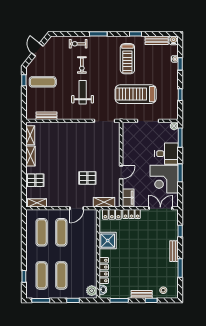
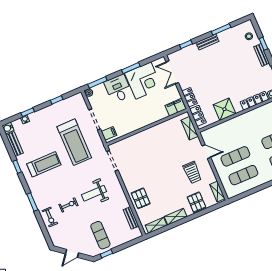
filing cabinet: (130, 128) -> (109, 133), added
door: (121, 172) -> (154, 124), removed
pallet: (87, 178) -> (141, 198), moved
trolley: (63, 188) -> (192, 172), added

